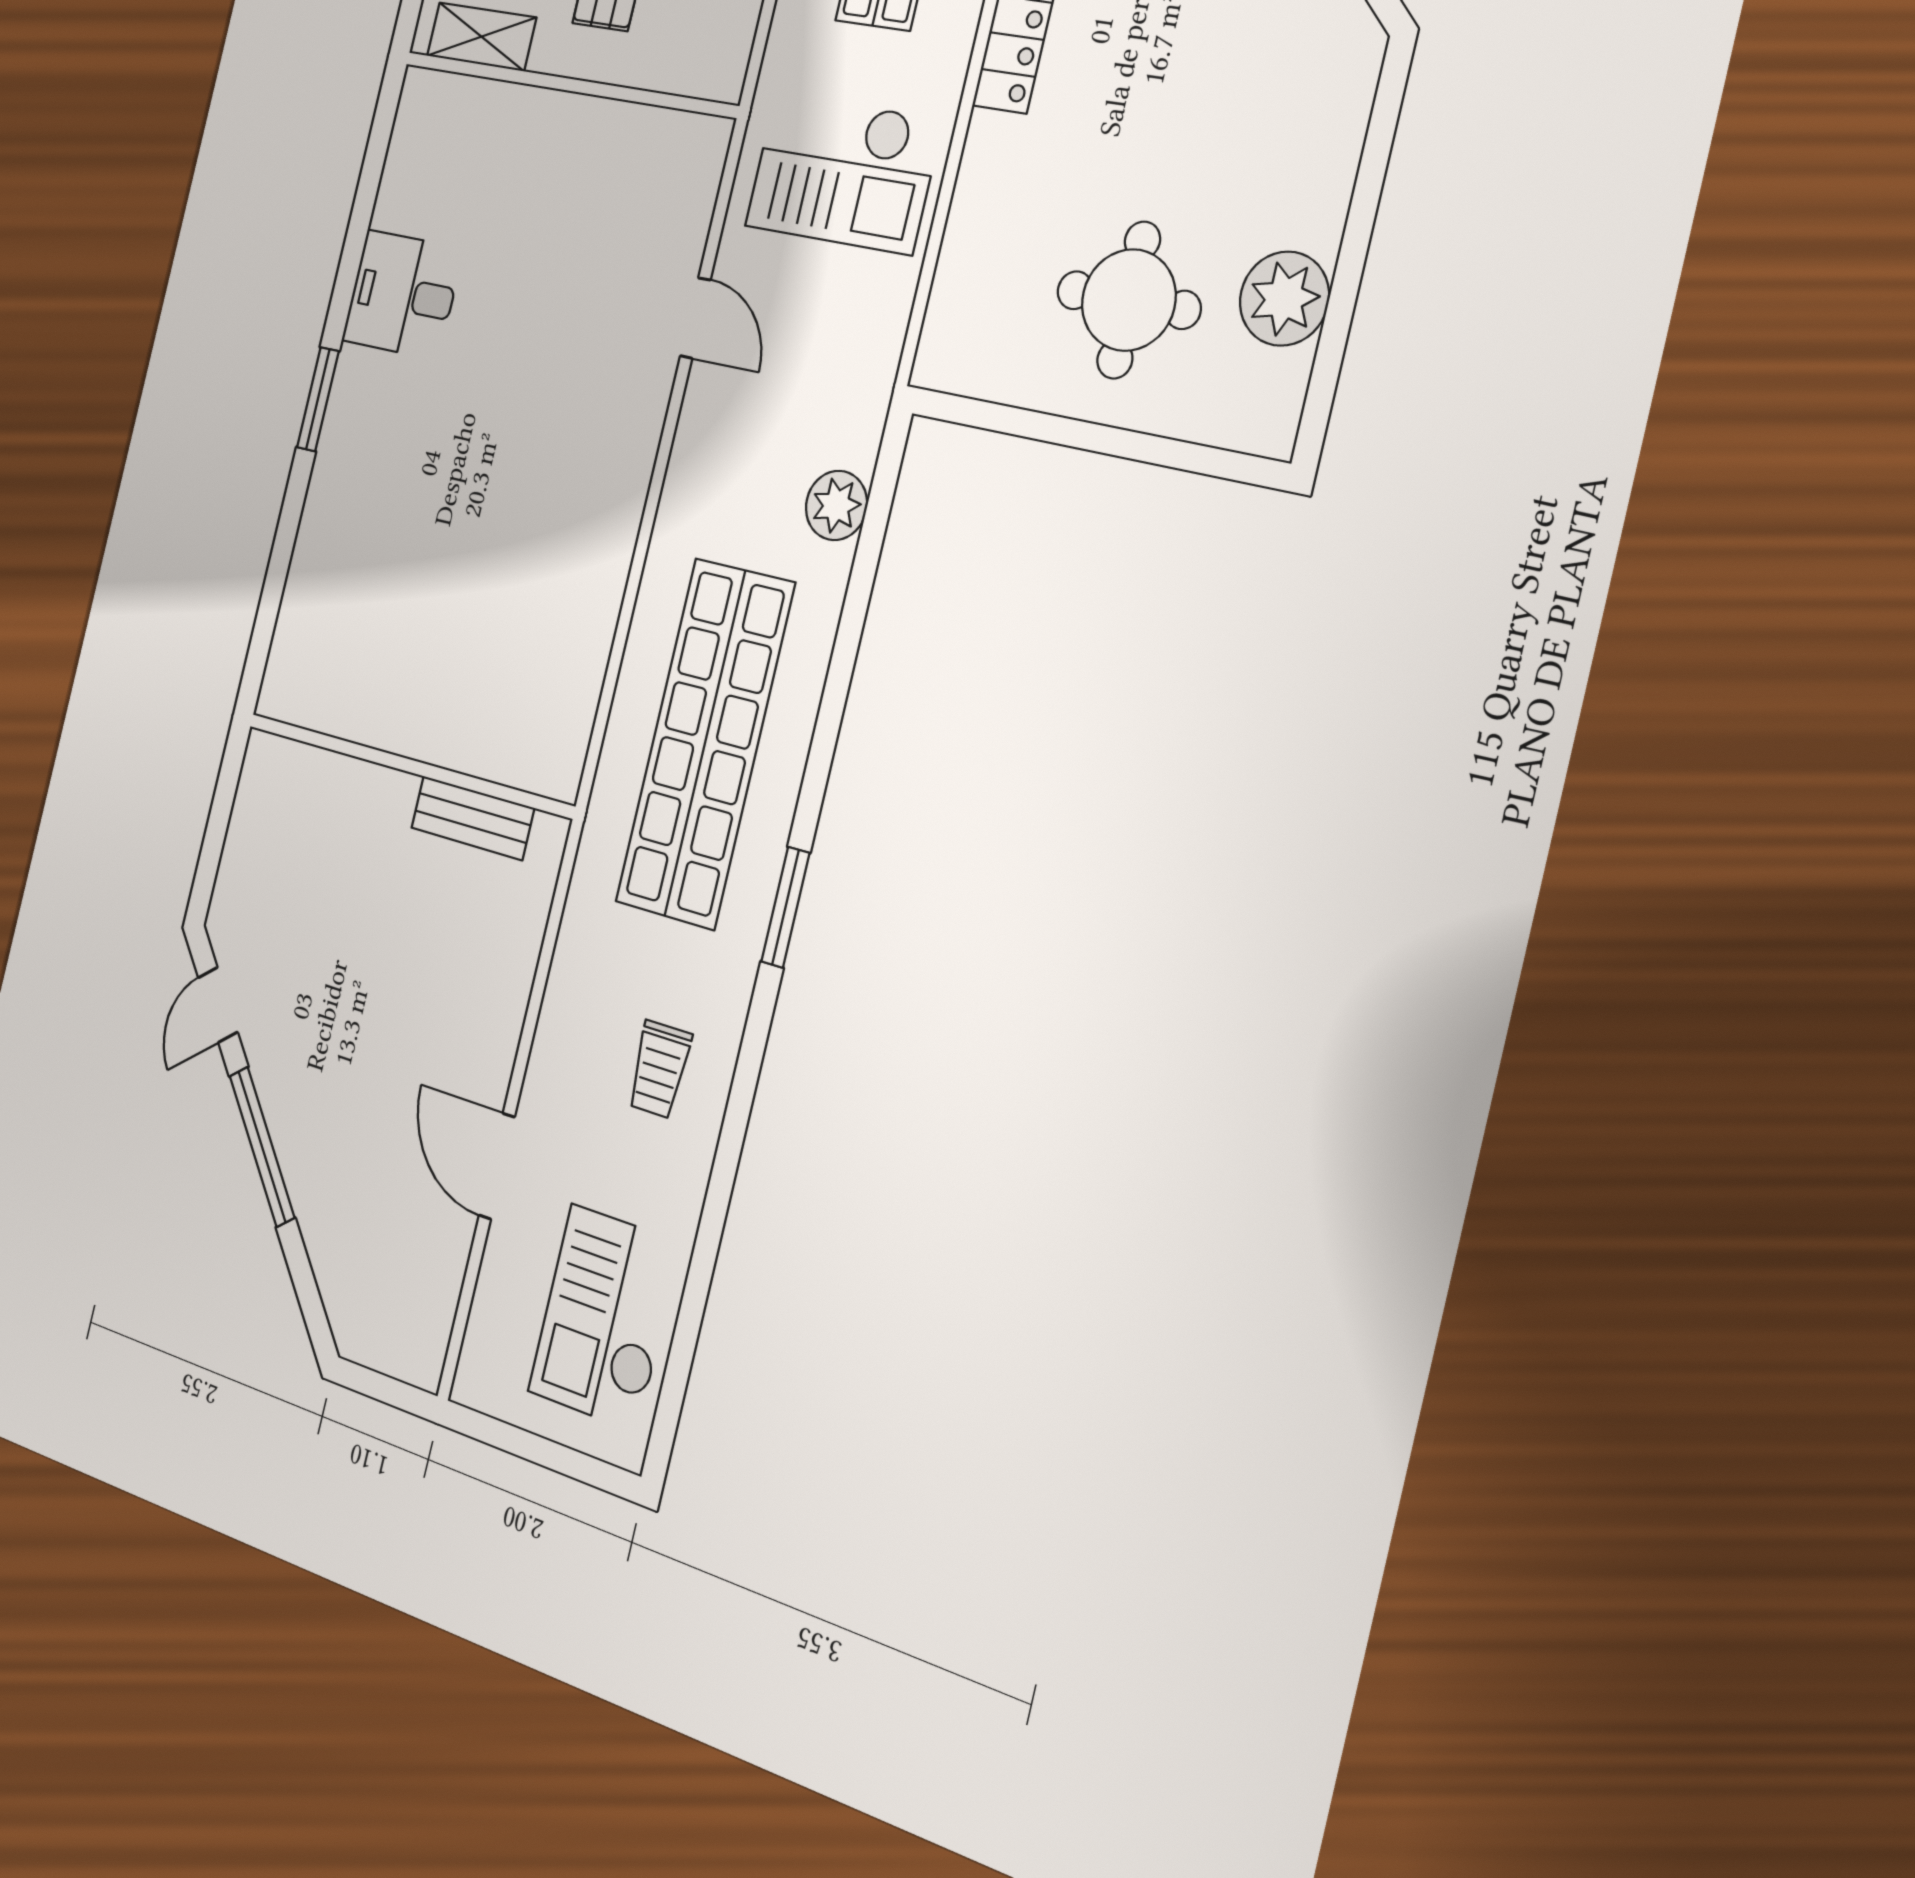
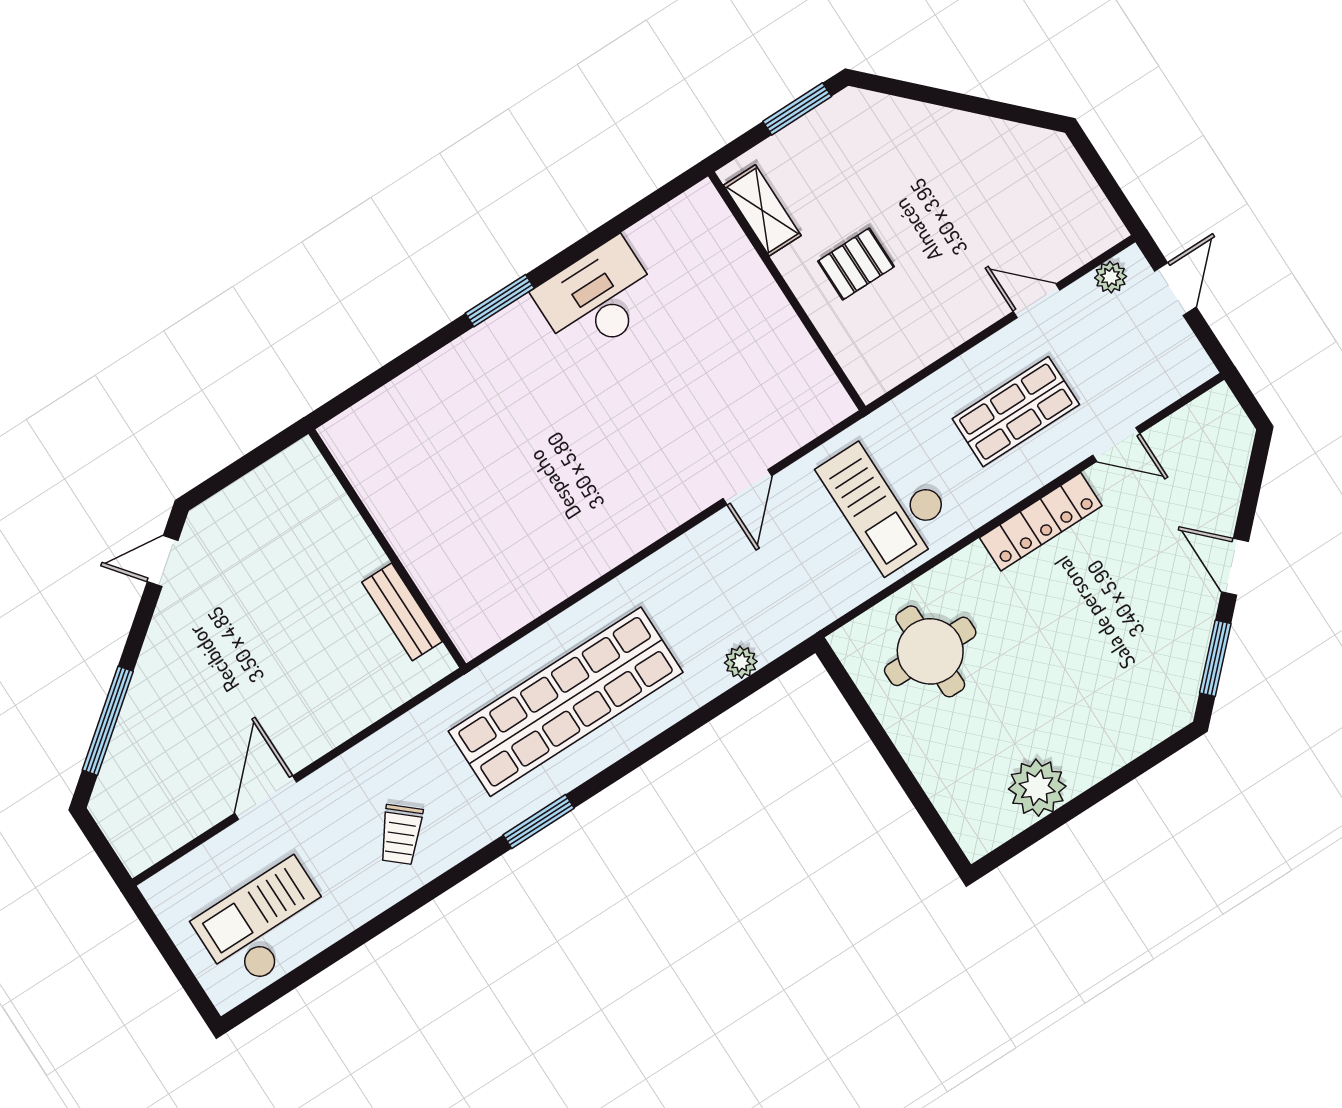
desk: (402, 295) -> (598, 298), width x1.37
round table: (1129, 300) -> (930, 651), moved
plant: (836, 505) -> (741, 662), width x0.73, depth x0.73
trolley: (659, 1069) -> (401, 835), turned -49
window: (262, 1147) -> (108, 721), moved

